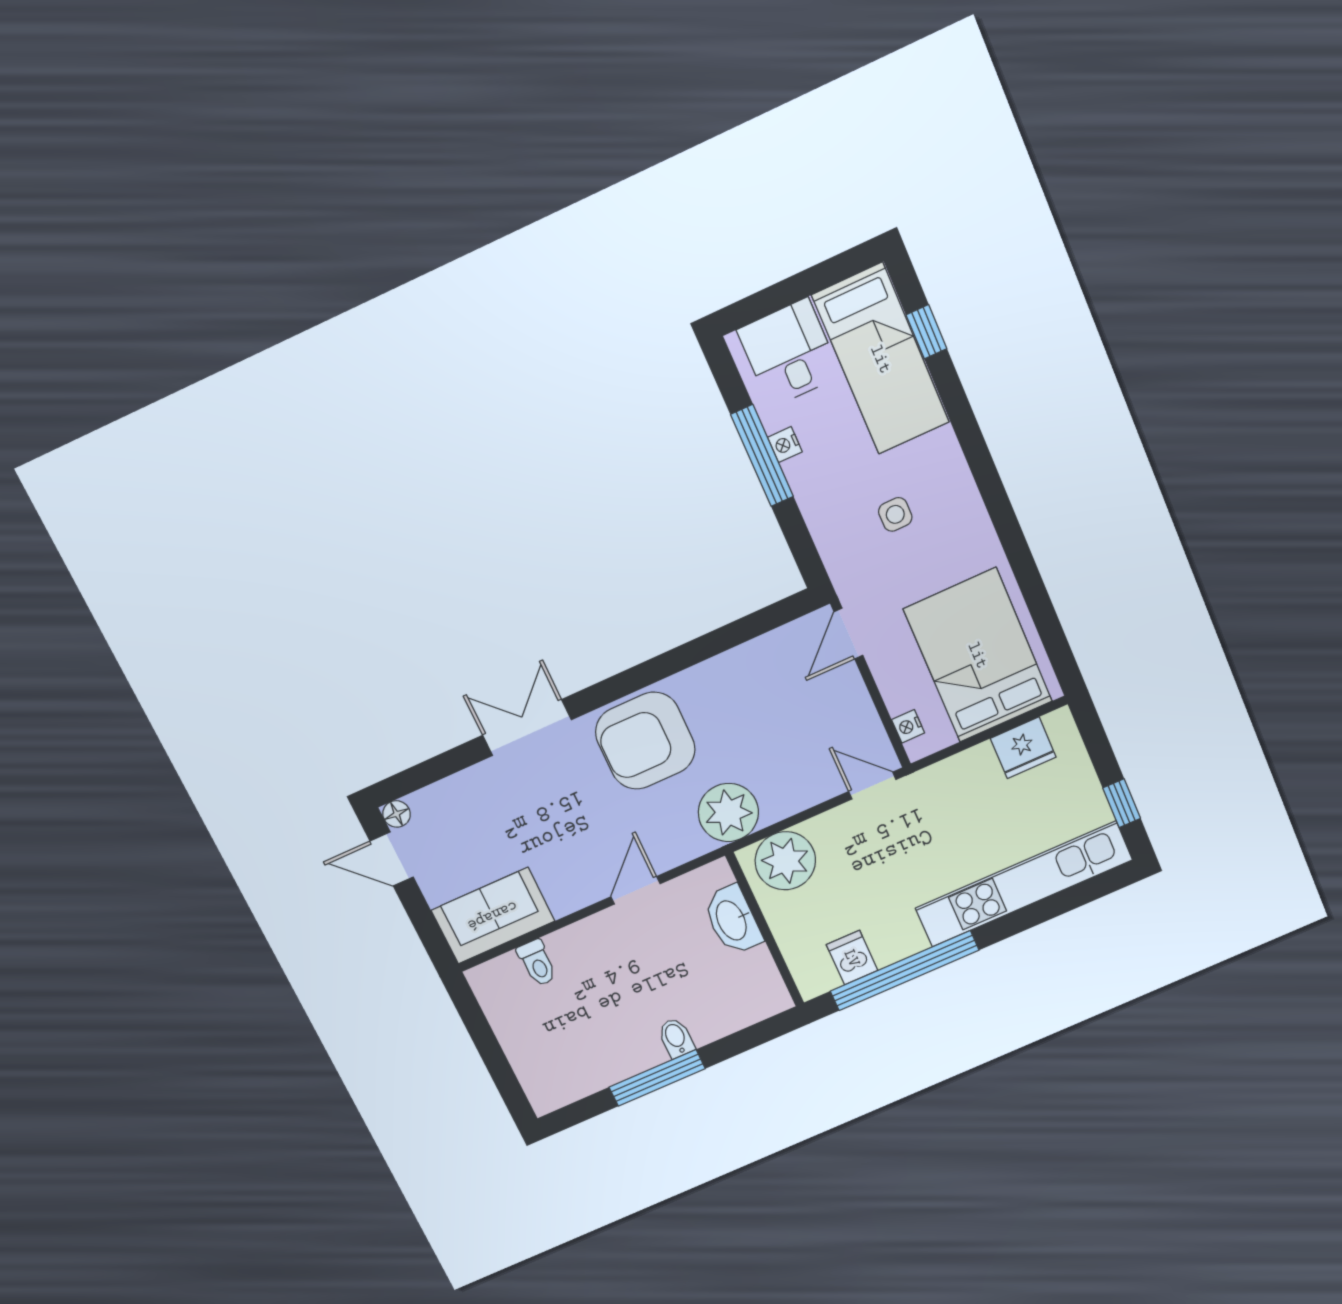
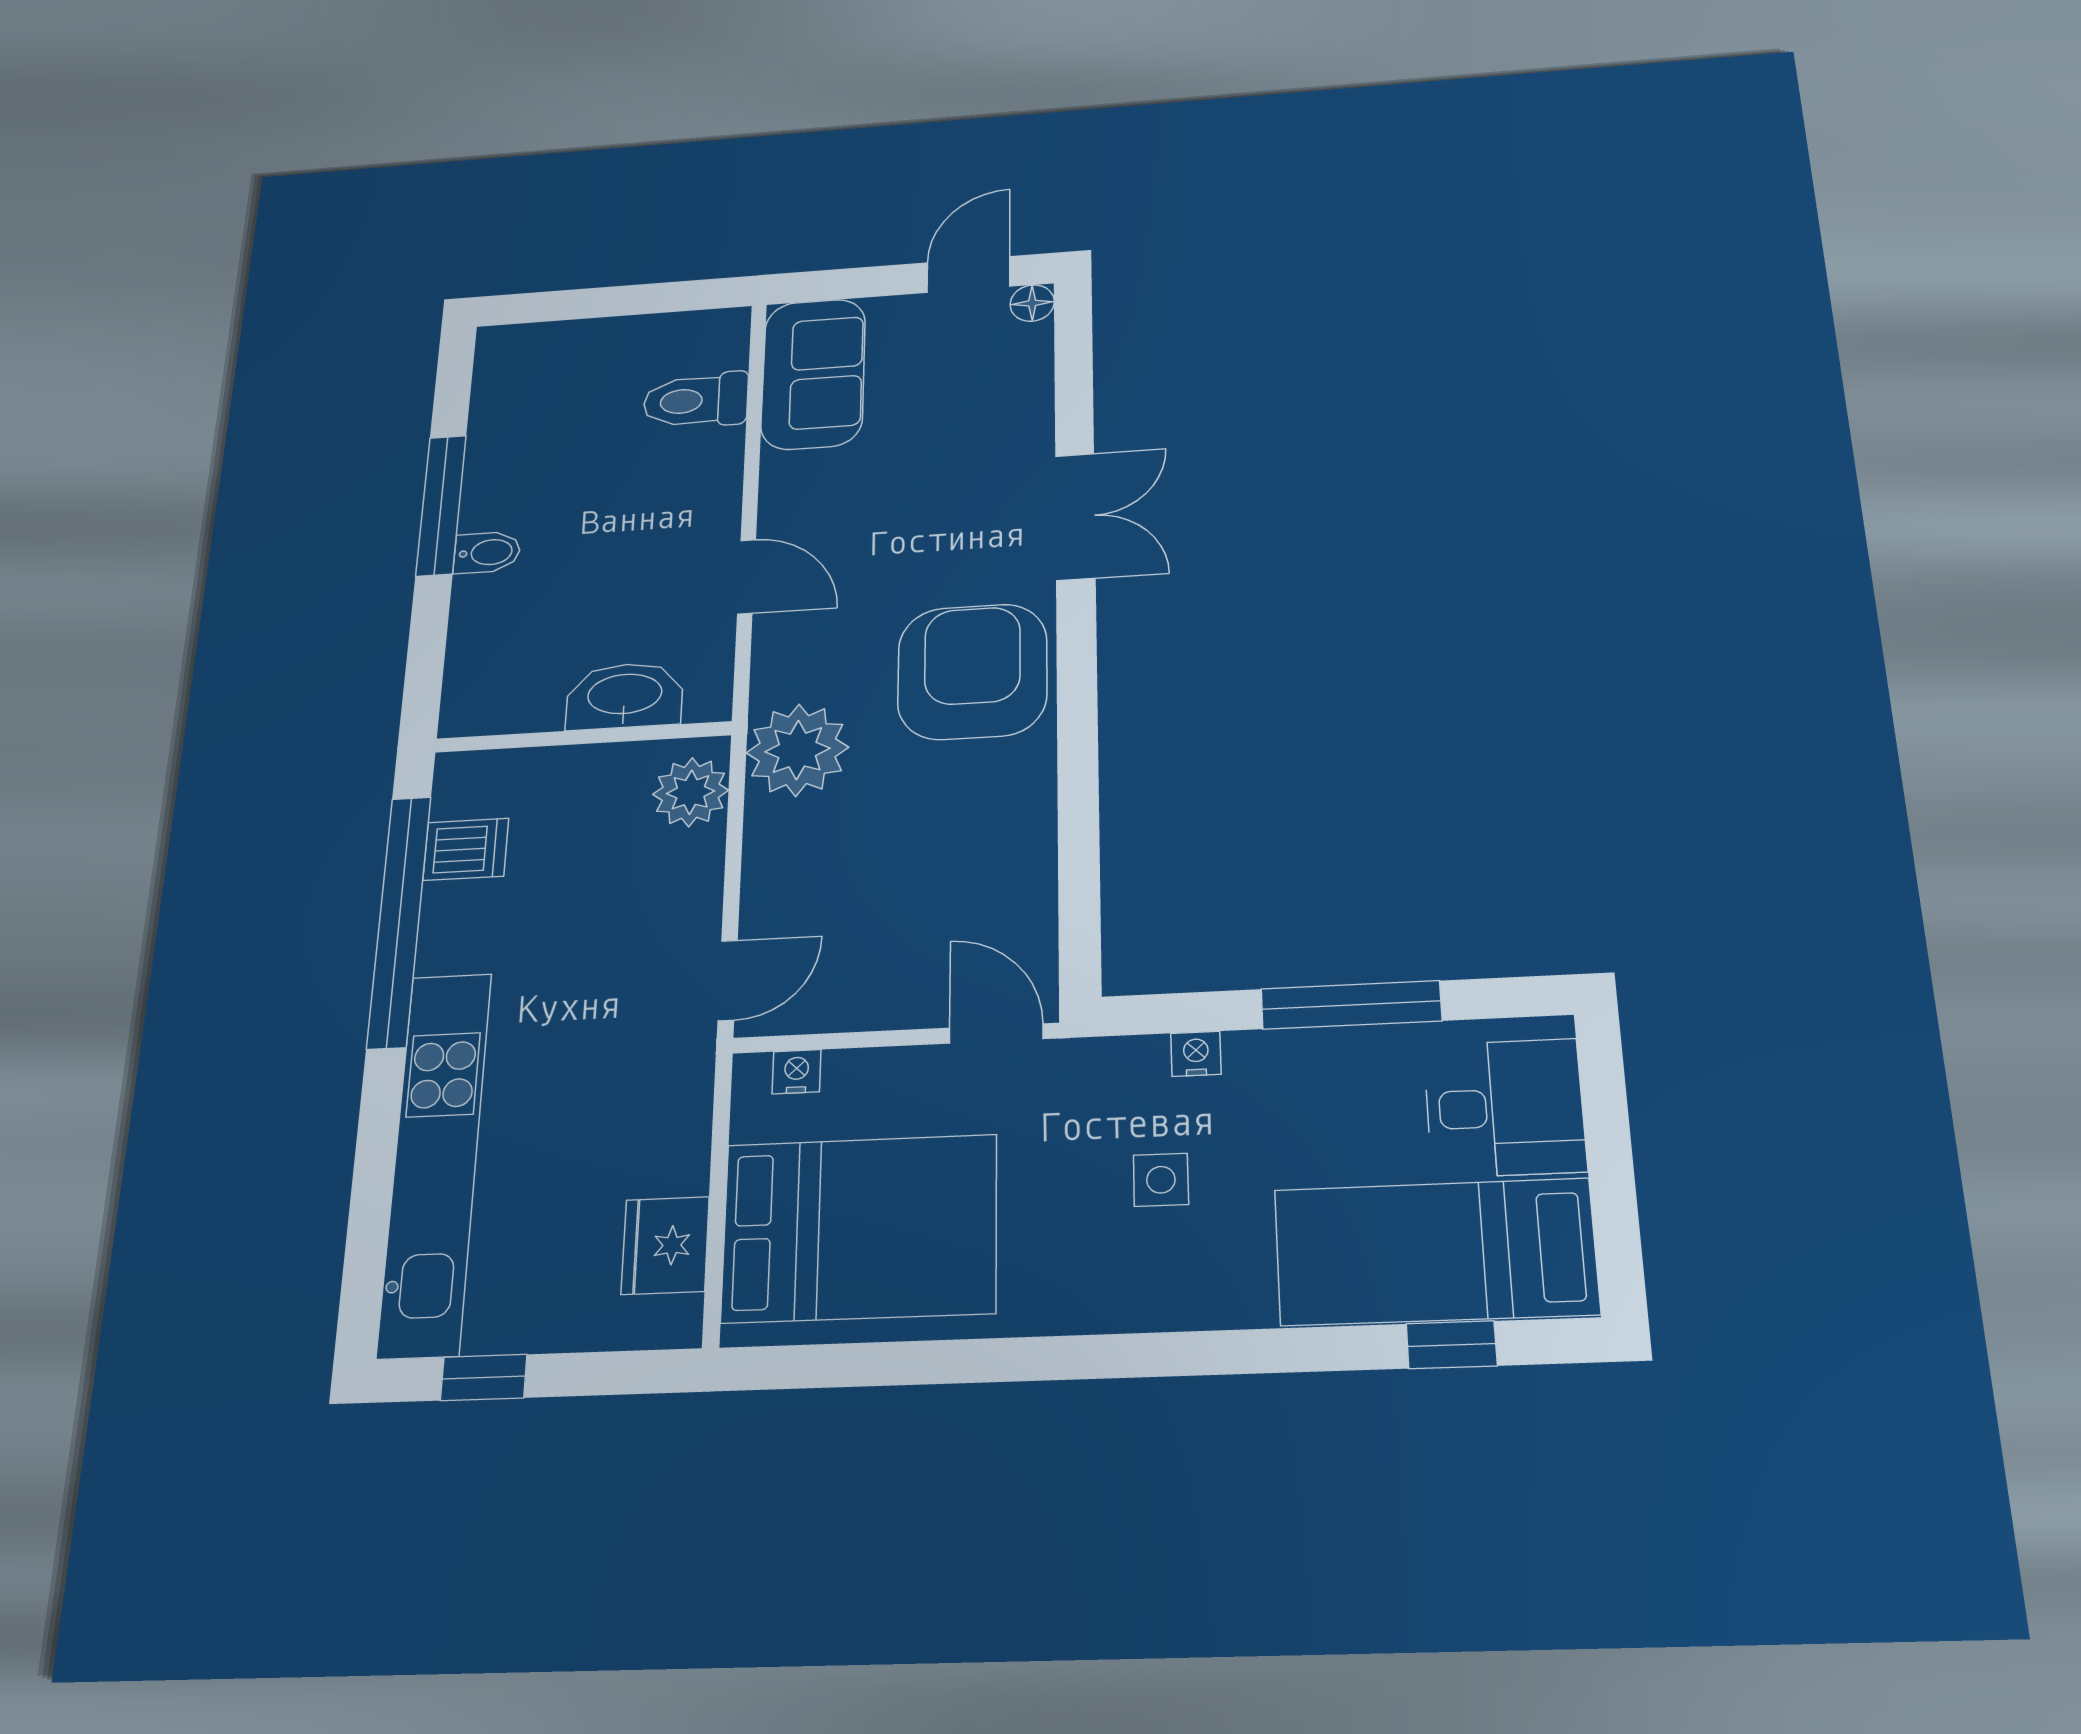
nightstand: (785, 445) -> (1196, 1054), moved
plant: (785, 861) -> (691, 792), width x0.73, depth x0.73
toilet: (537, 963) -> (696, 400), width x1.37, depth x1.39

